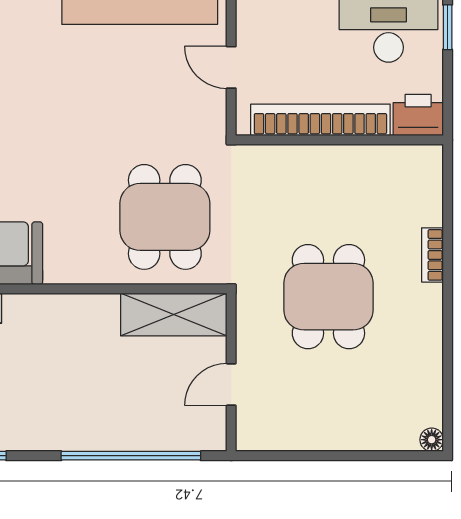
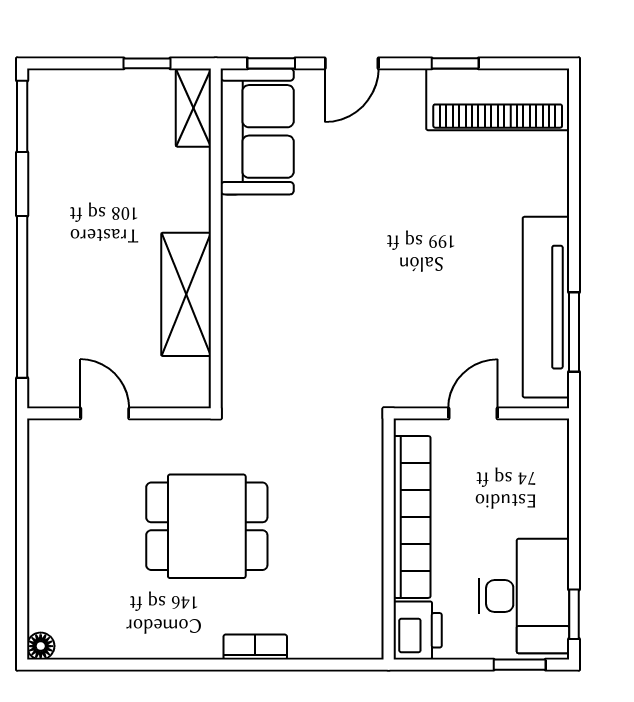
dining table: (165, 217) -> (299, 336), removed
shelving: (174, 314) -> (186, 294), moved

